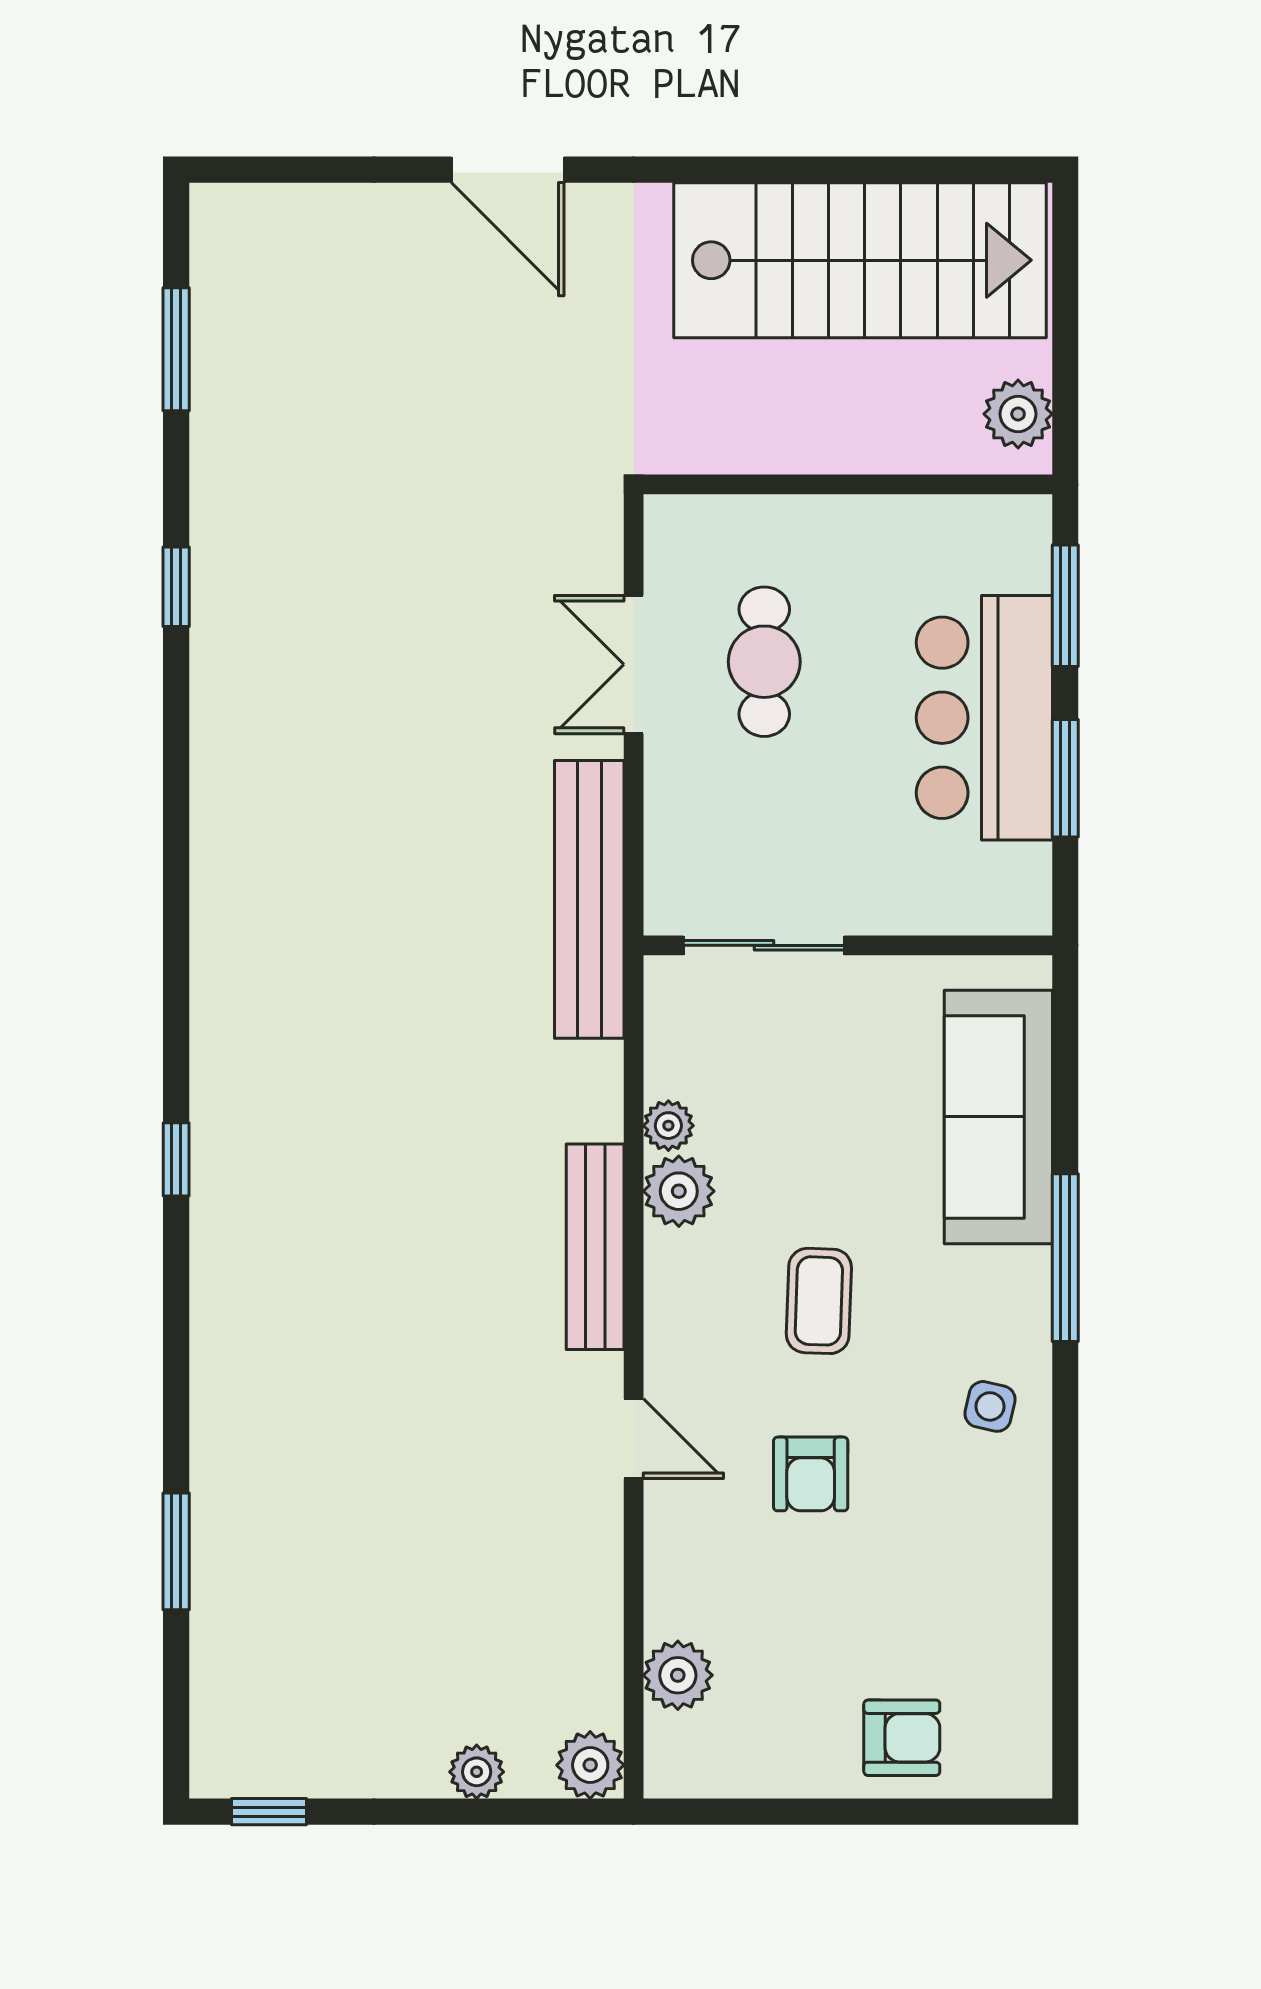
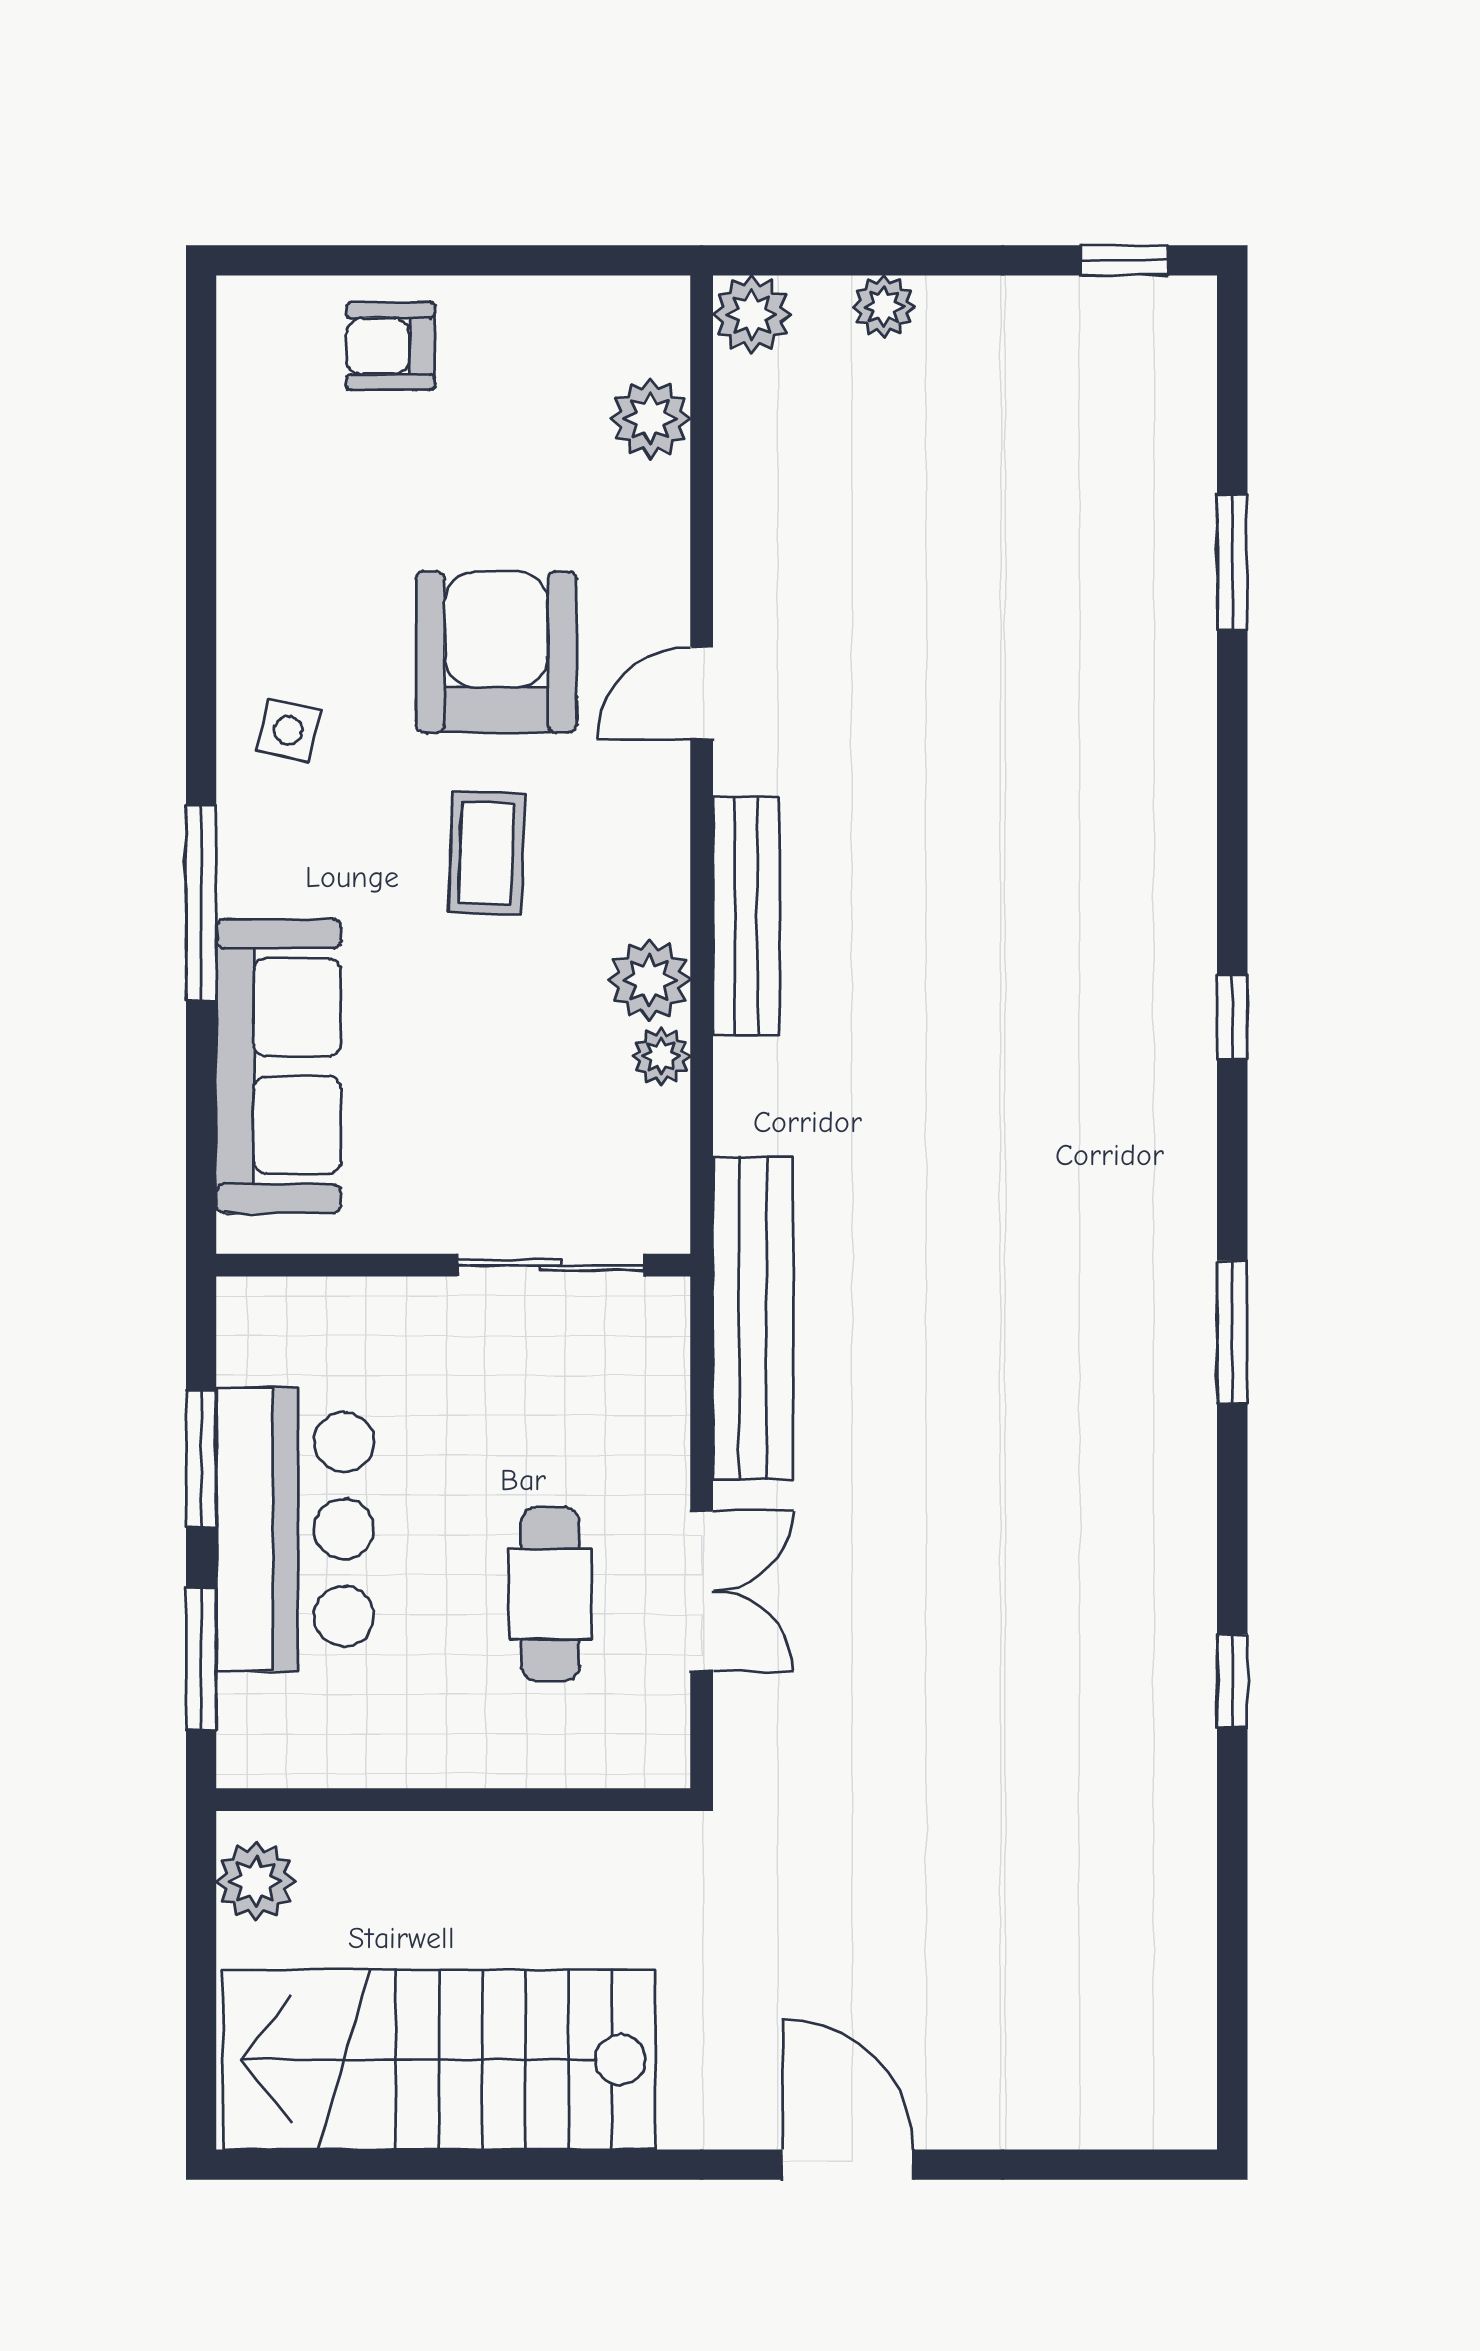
window: (176, 349) -> (1232, 1332), moved
door: (634, 1439) -> (702, 693), hinge flipped
armchair: (811, 1474) -> (496, 652), width x1.88, depth x1.88

